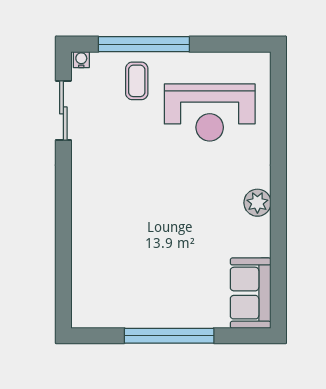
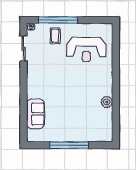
plant: (257, 203) -> (107, 102), moved
sofa: (251, 293) -> (35, 114), moved, turned 180

